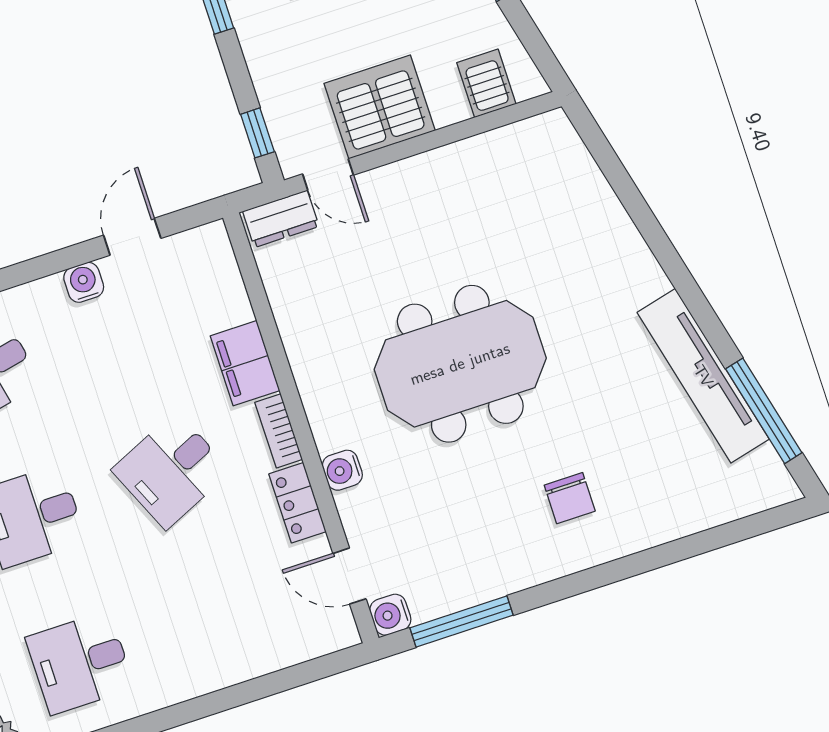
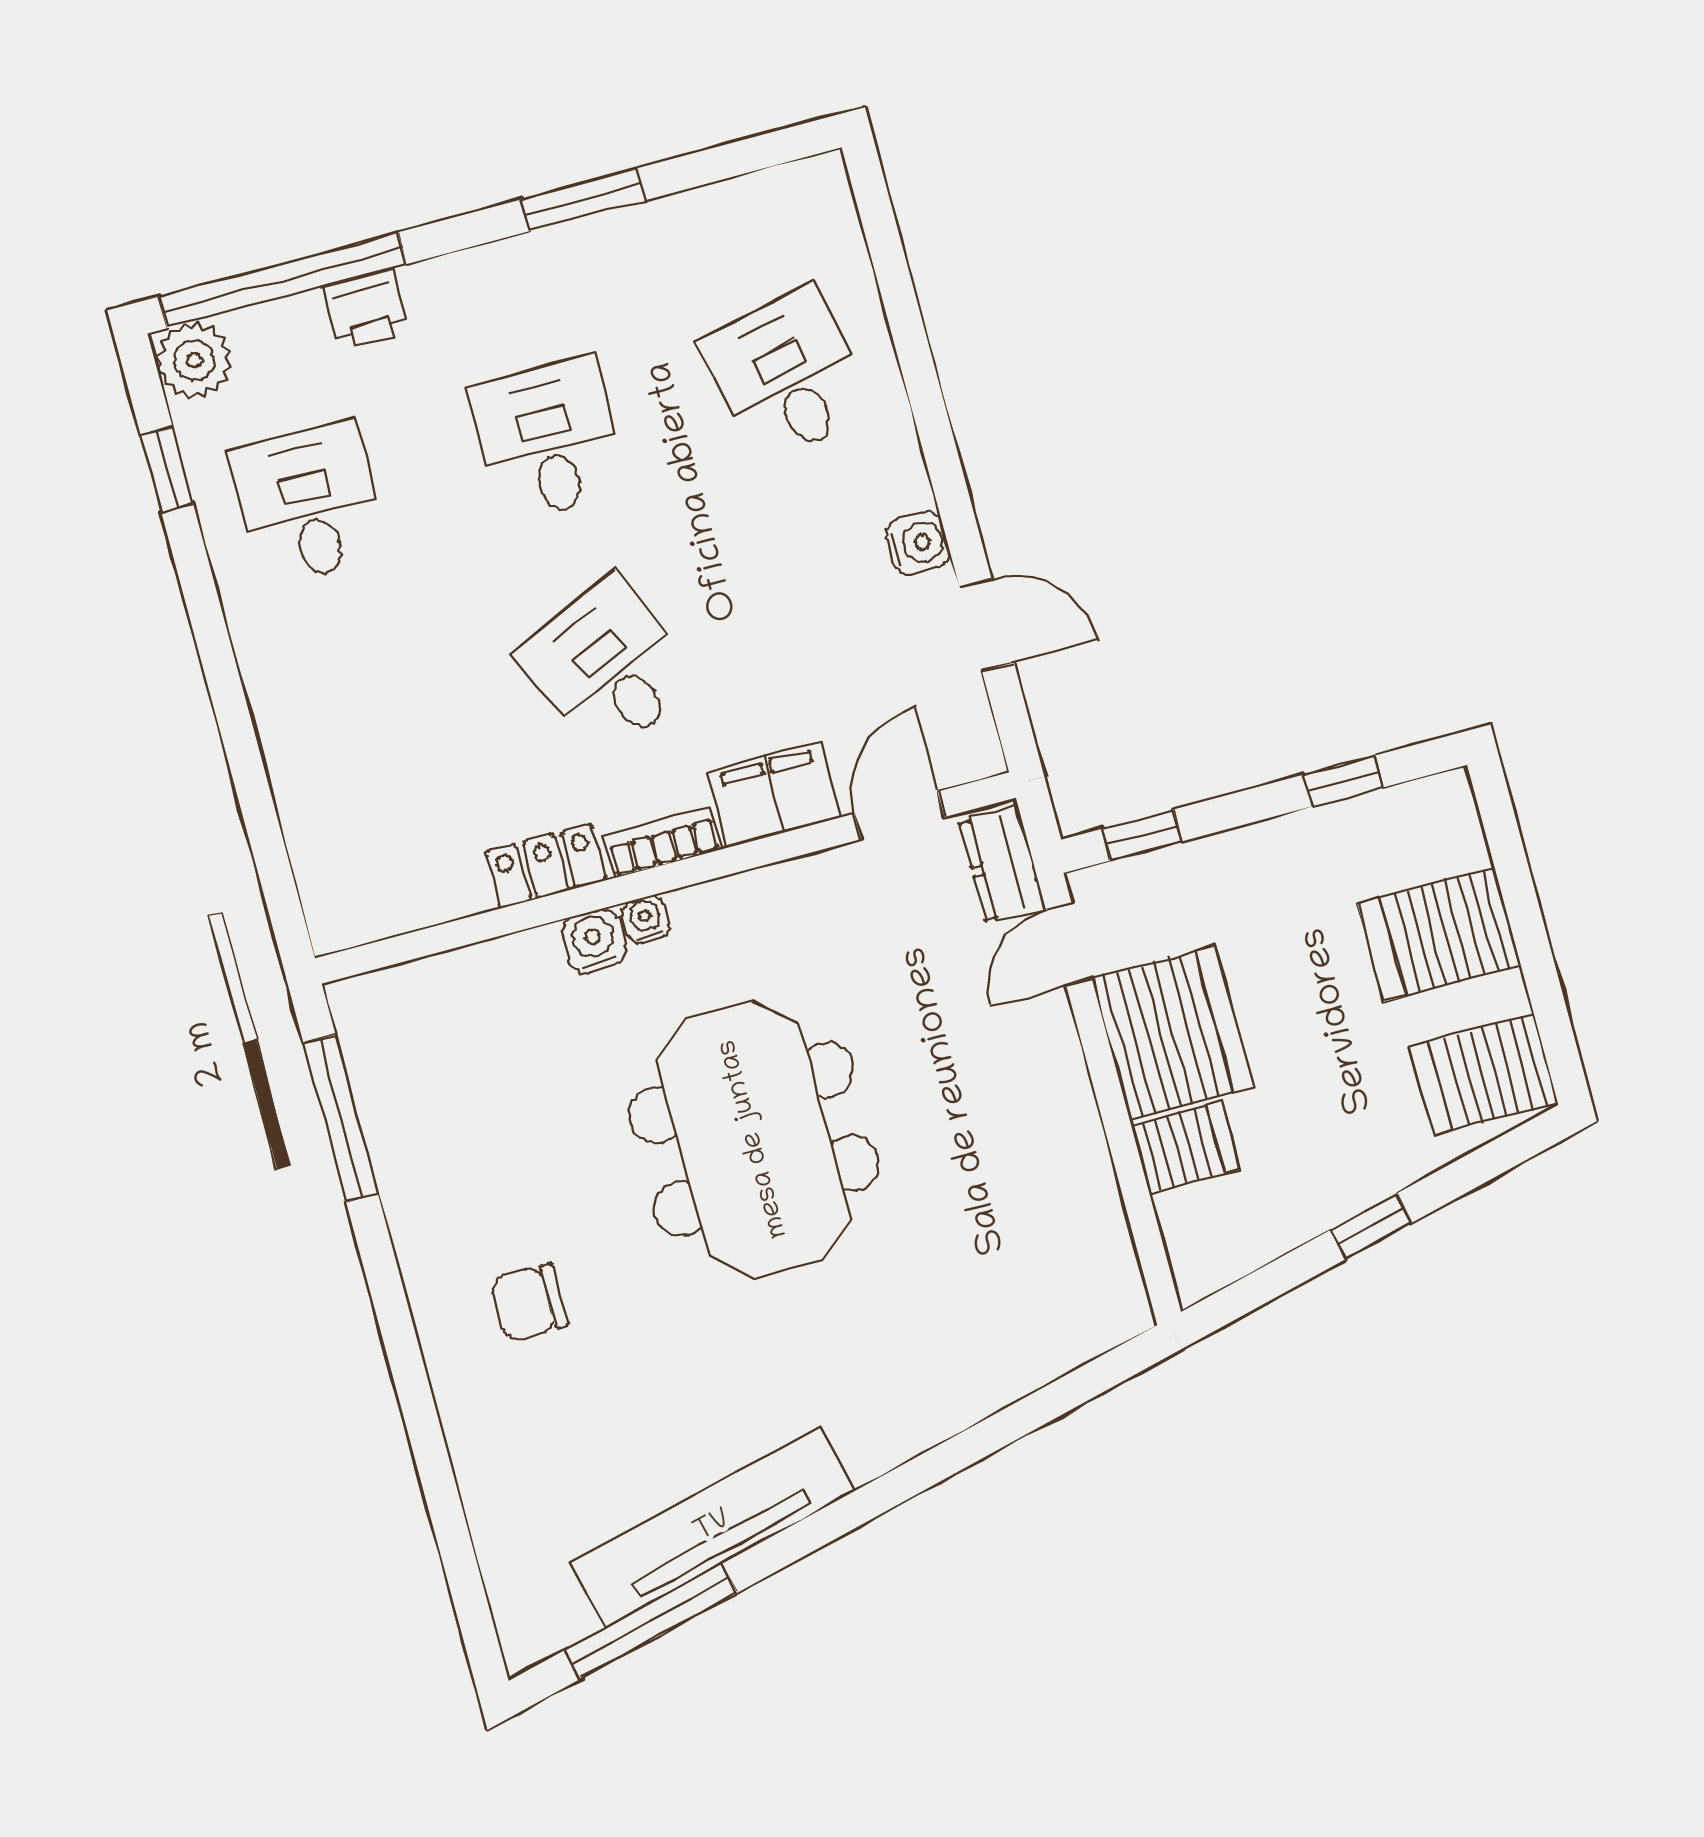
server rack: (486, 83) -> (1185, 1147), moved
door: (350, 576) -> (899, 815), moved
water cooler: (390, 615) -> (646, 919), moved, width x0.72, depth x0.72

